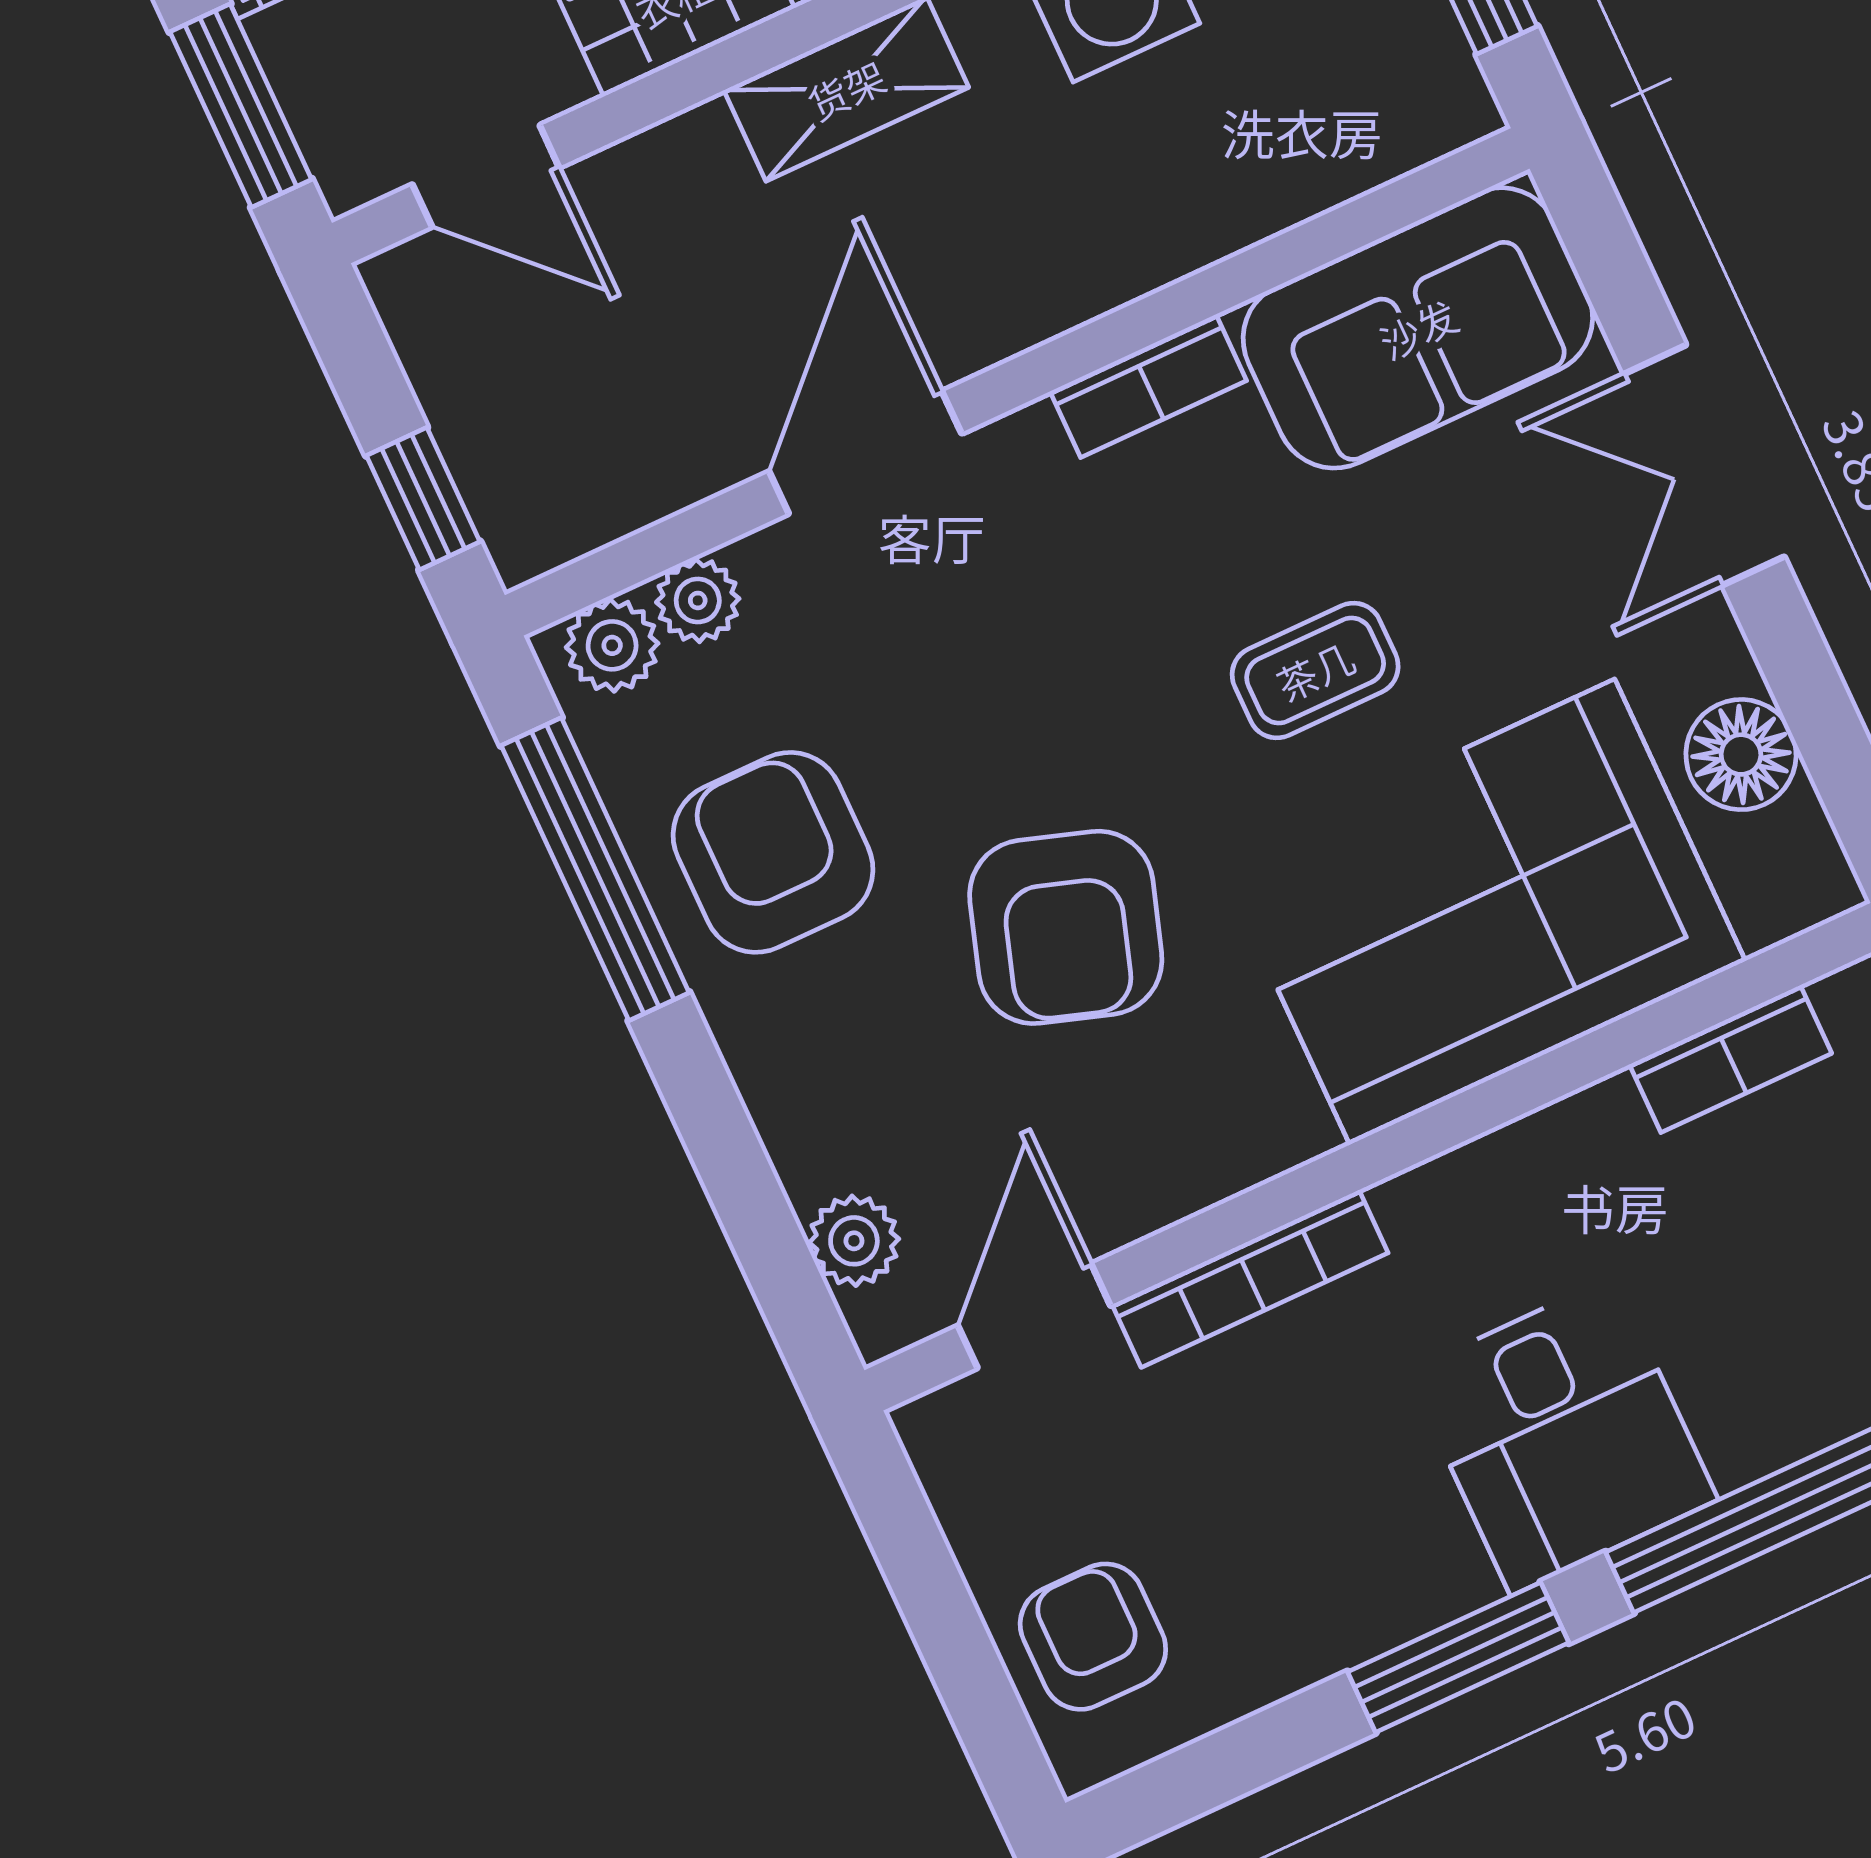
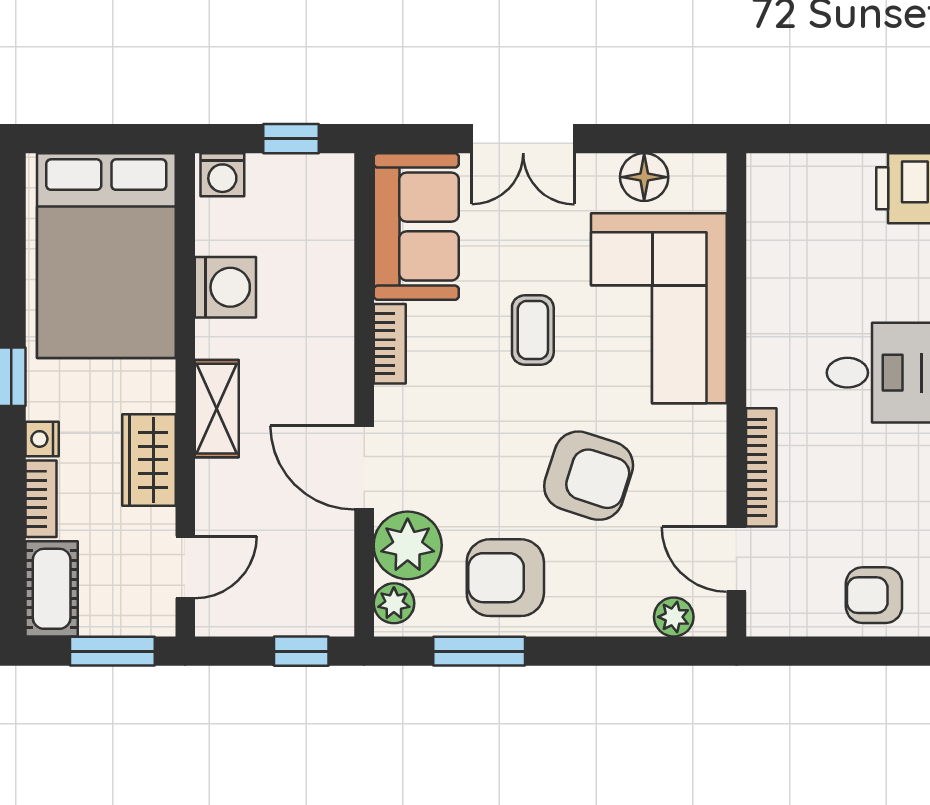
plant: (698, 600) -> (408, 545), width x1.88, depth x1.88
window: (595, 869) -> (479, 651), width x0.69
bookcase: (1730, 1059) -> (763, 237), removed

